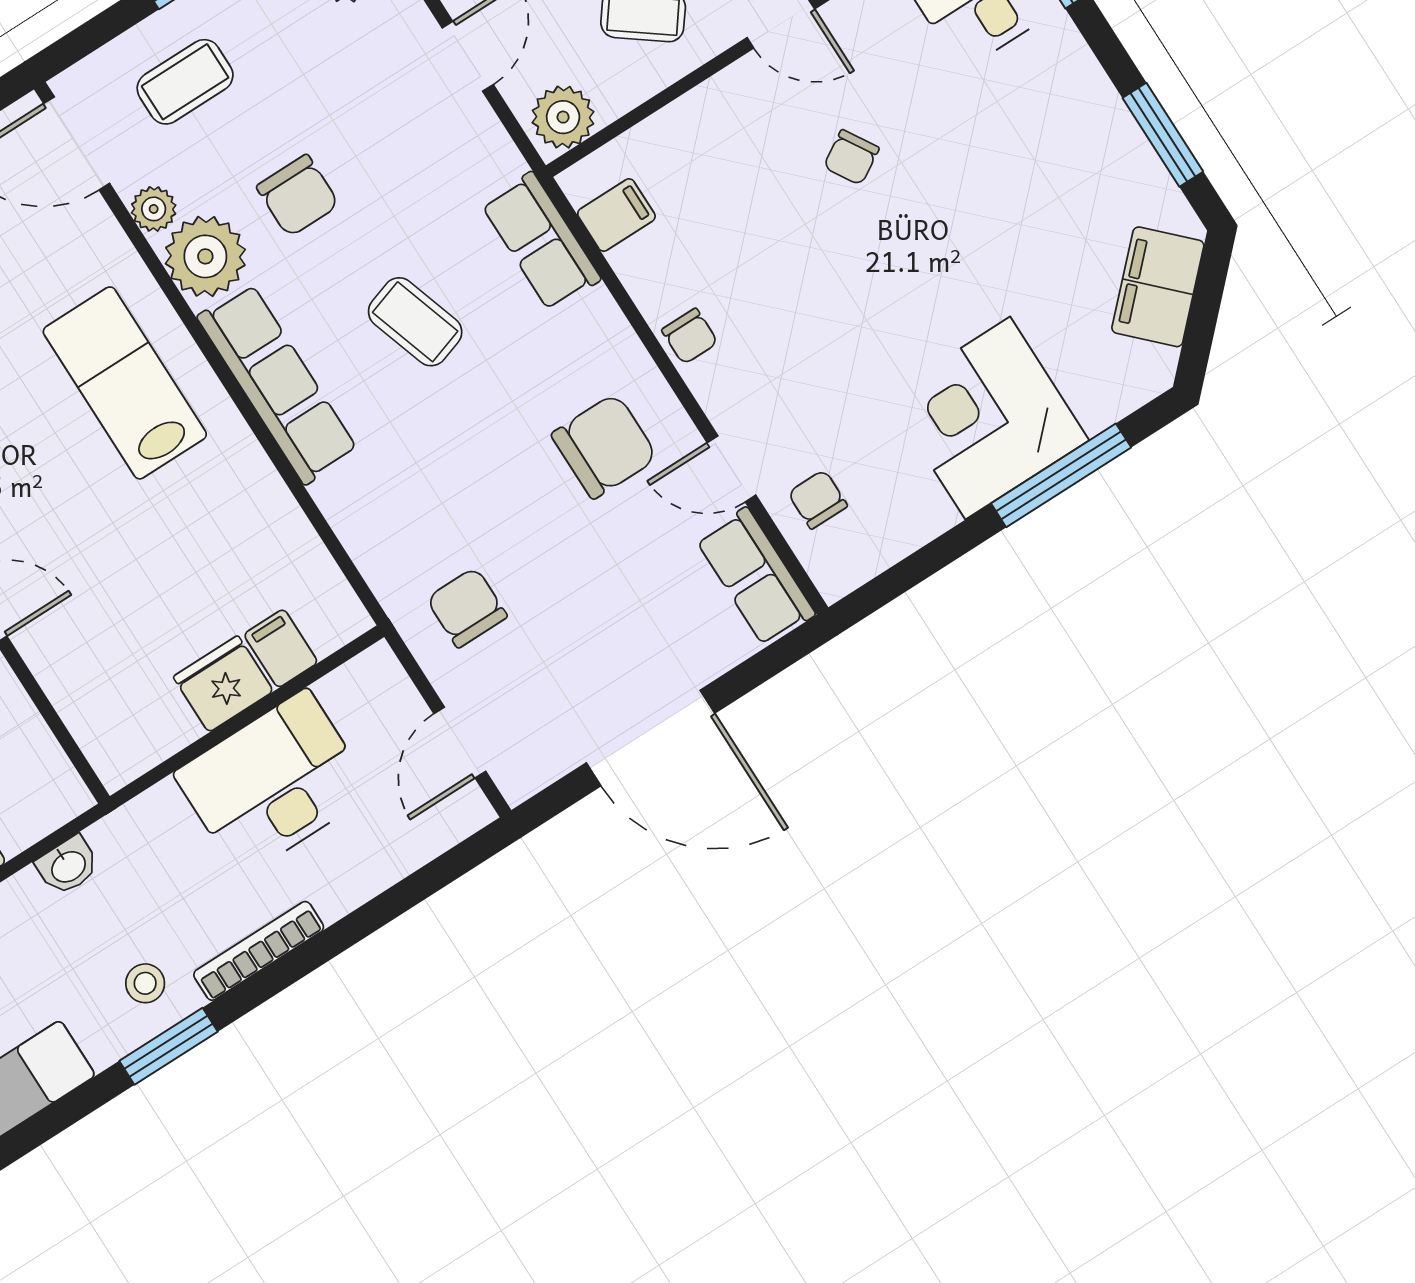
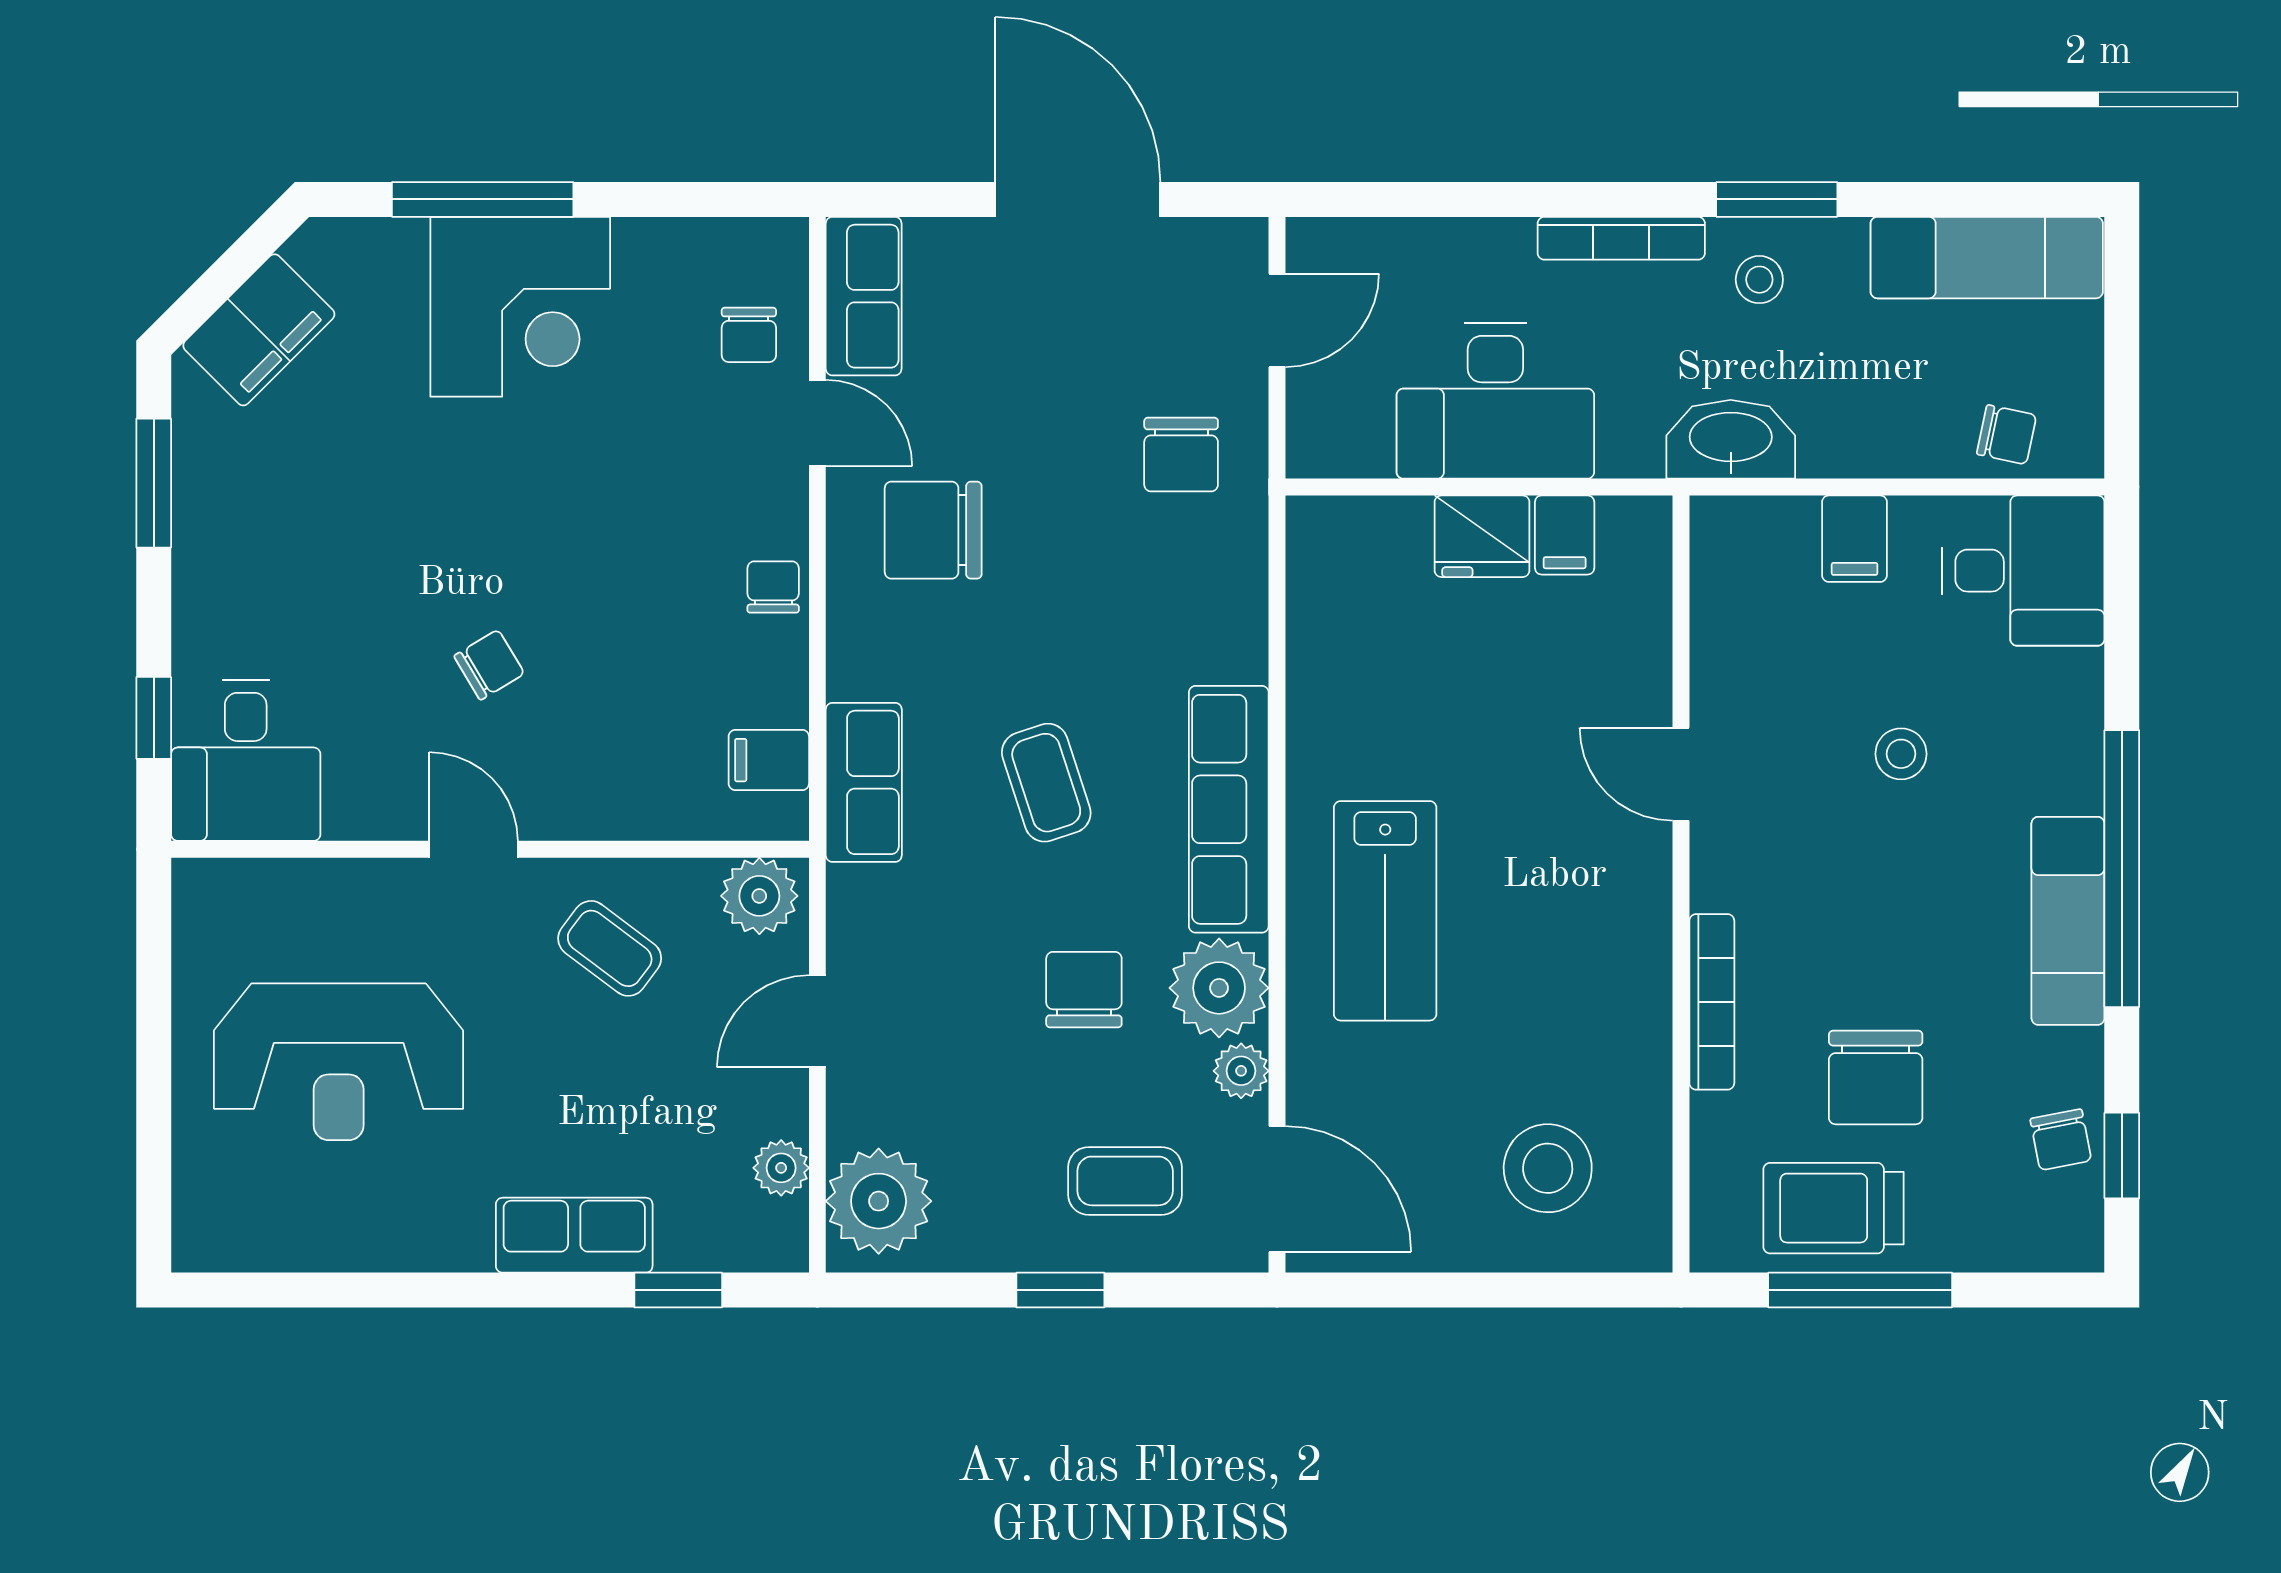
filing cabinet: (281, 648) -> (1565, 535), moved
washbasin: (68, 866) -> (1731, 439), width x1.91, depth x1.45

